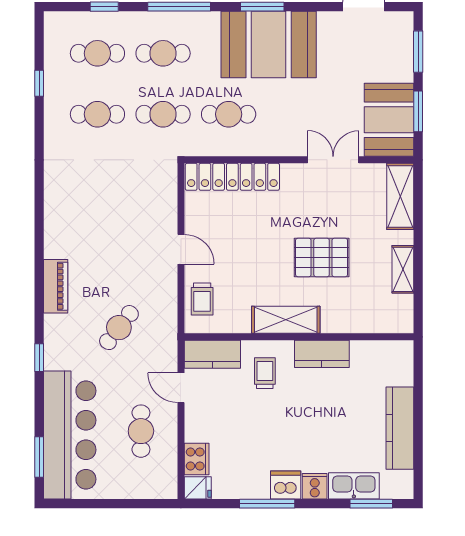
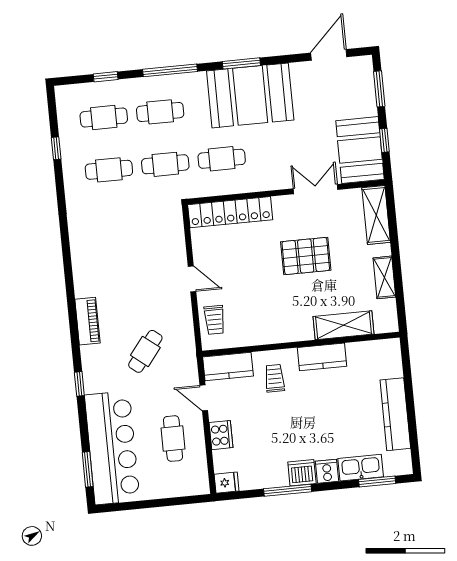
window: (418, 111) -> (384, 140), width x0.67
pallet: (322, 257) -> (306, 256), moved
shelving: (286, 320) -> (344, 325), moved
cooker: (197, 459) -> (221, 435), moved

